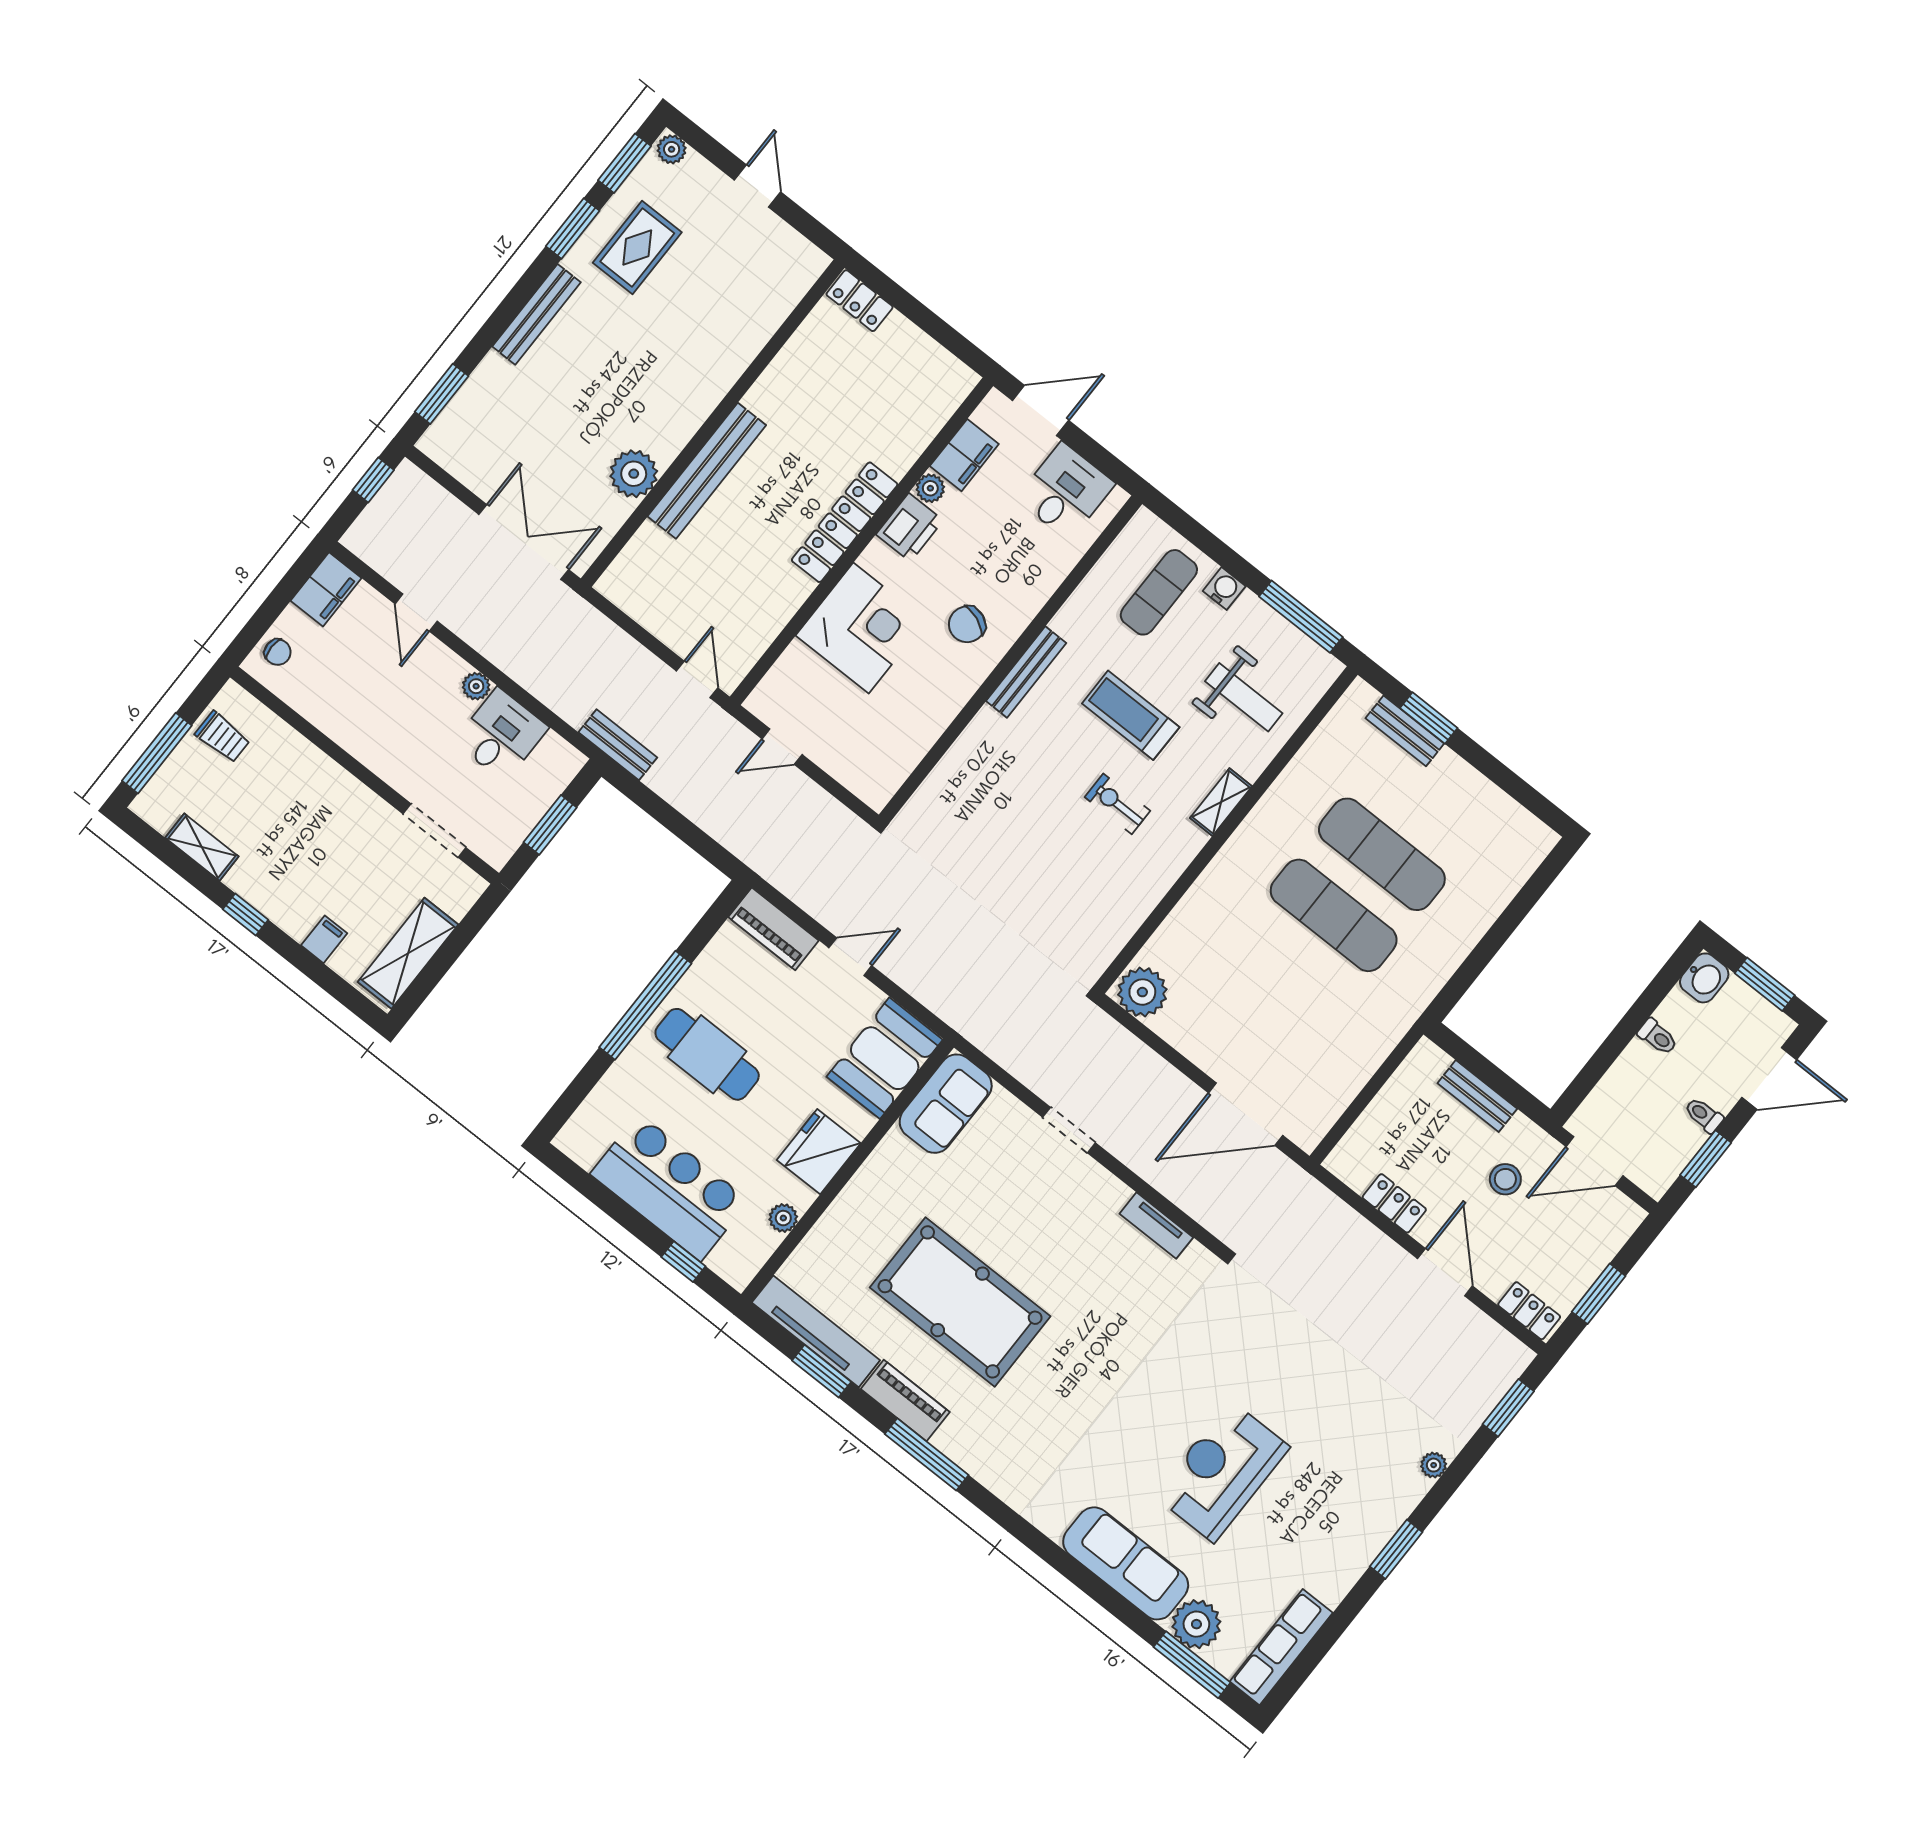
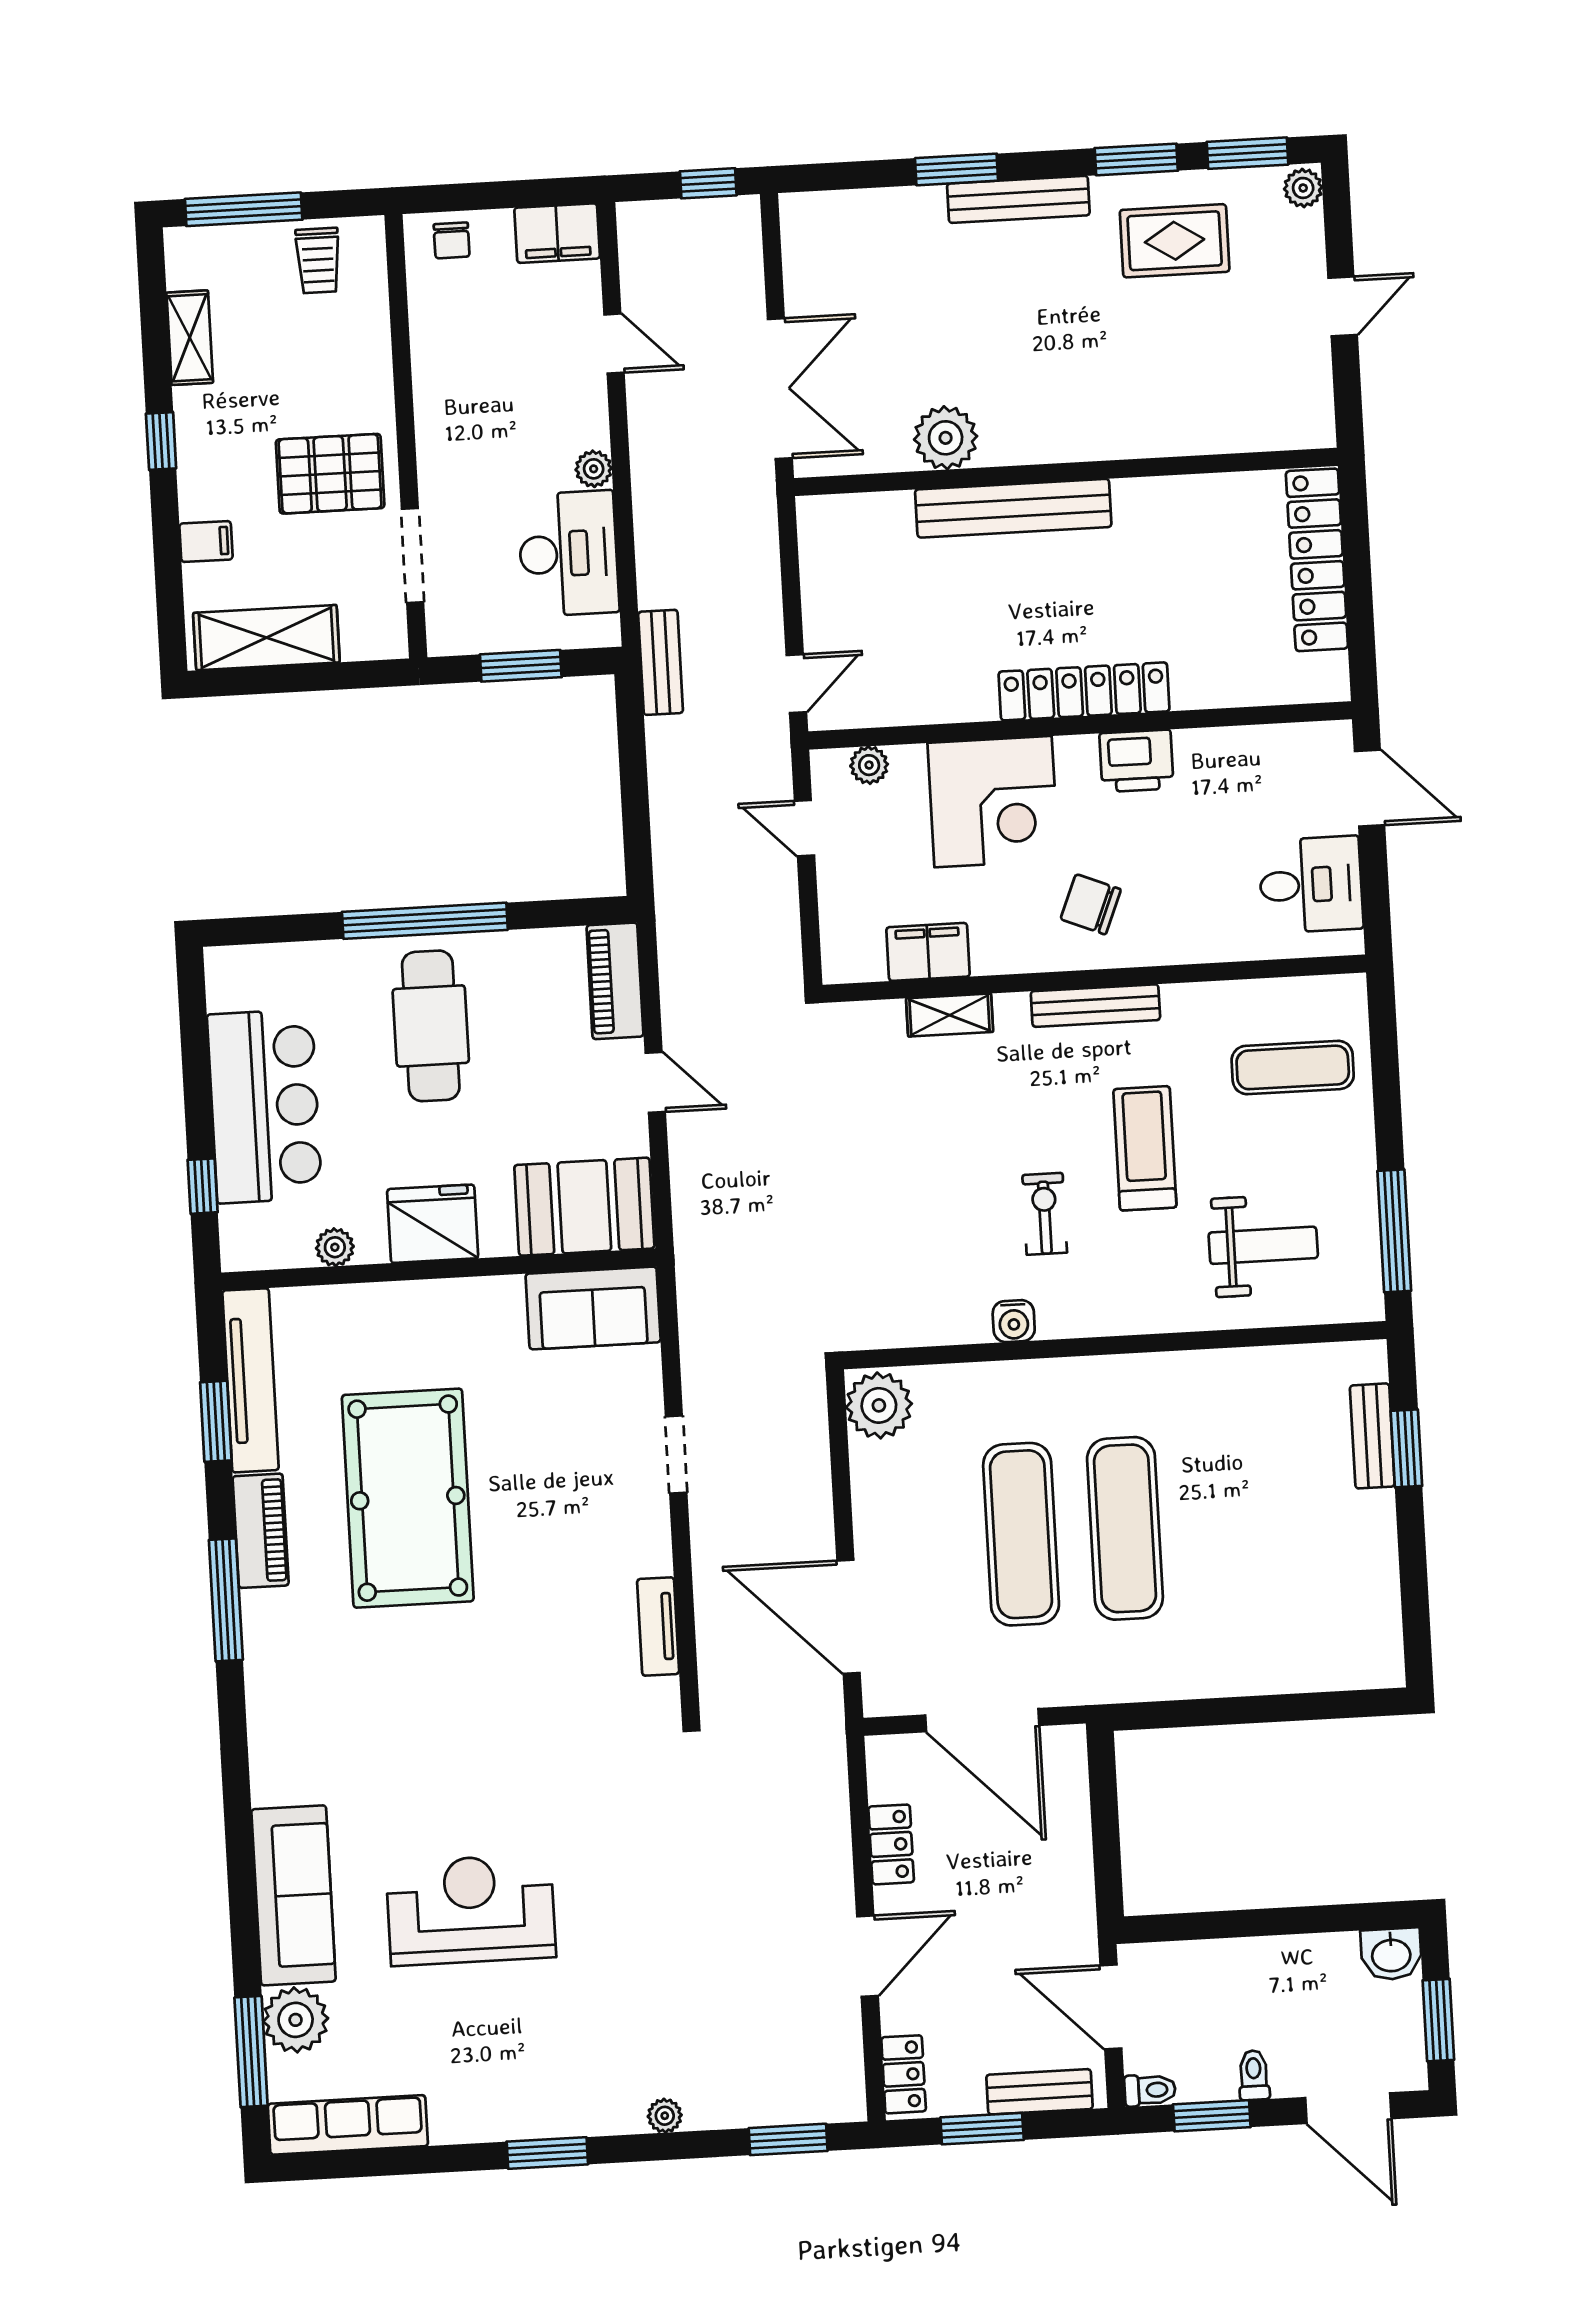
locker: (860, 301) -> (1317, 560), width x2.16, depth x1.21
window: (442, 394) -> (957, 169), moved
filing cabinet: (964, 455) -> (928, 952), moved, turned 180
plant: (930, 488) -> (869, 765), moved
water cooler: (1224, 589) -> (1014, 1321), moved, turned 90
door: (416, 613) -> (614, 344), swing flipped
weight bench: (1244, 697) -> (1263, 1245), turned -90
desk: (501, 735) -> (568, 553), width x1.37
shelving: (1221, 802) -> (950, 1015), moved
pallet: (348, 836) -> (330, 474), added
exercise mat: (1382, 854) -> (1021, 1534), moved
toilet: (1658, 1037) -> (1150, 2090), moved, turned -90
door: (1370, 1091) -> (982, 1720), added
bench: (1477, 1096) -> (1040, 2092), moved, turned 90
stool: (1505, 1179) -> (1014, 1934), removed

